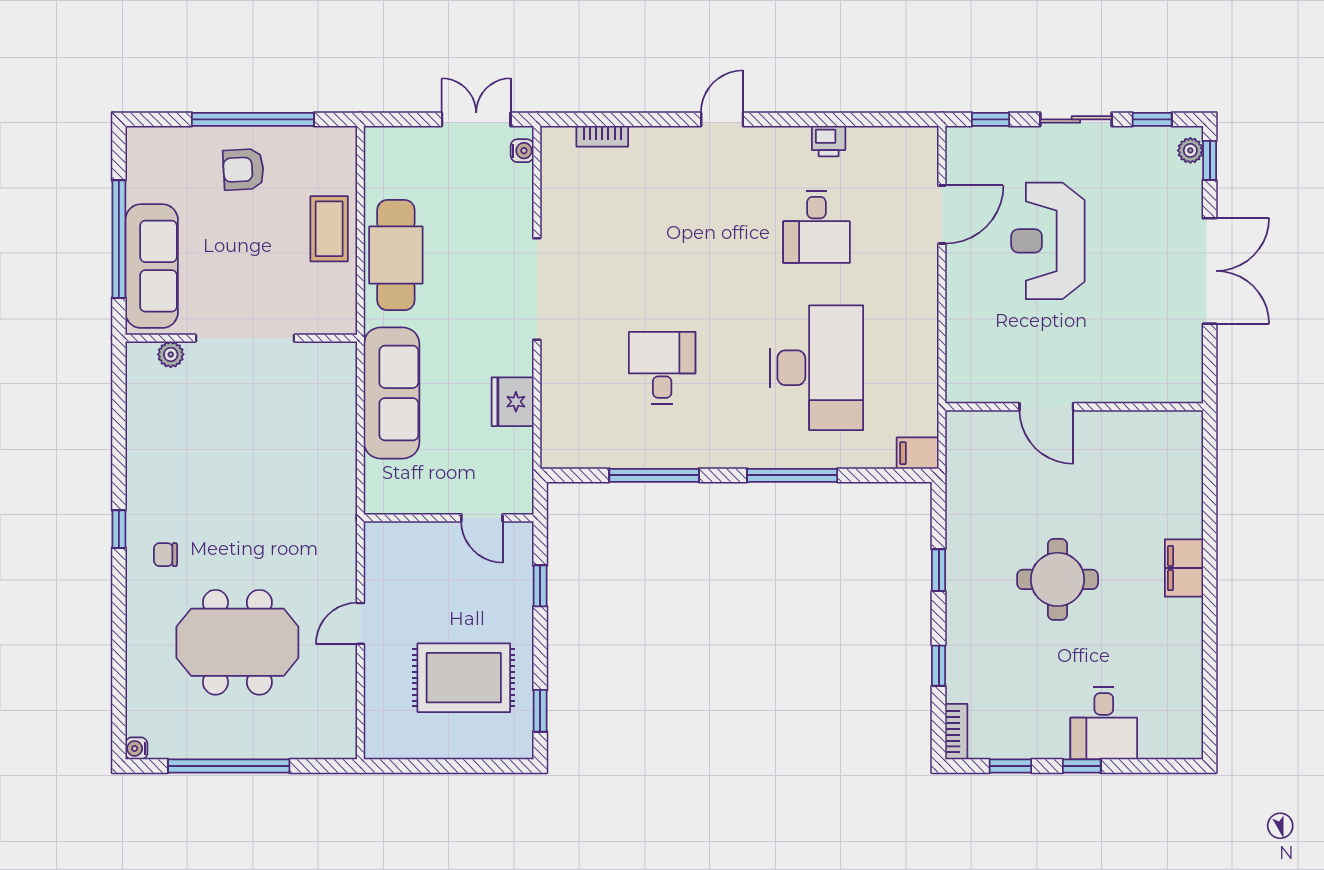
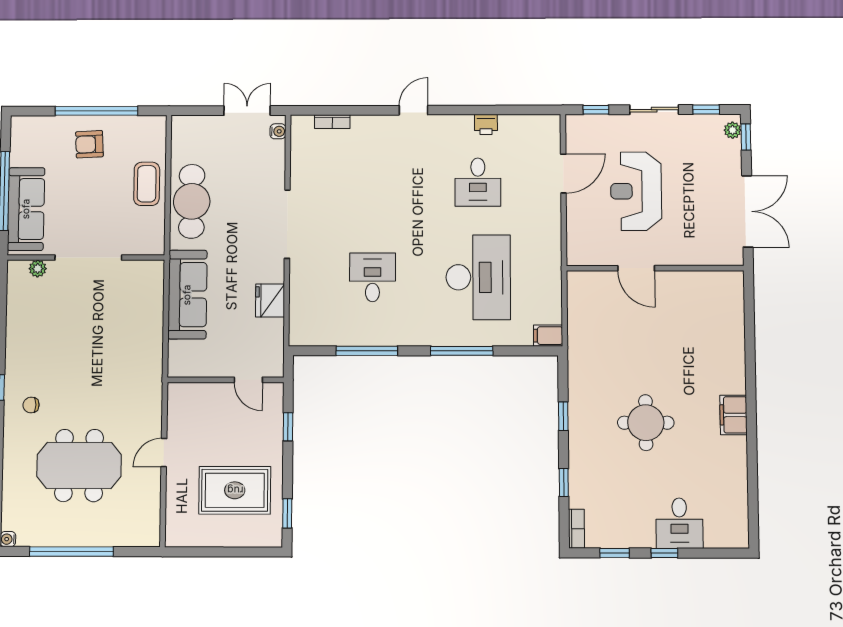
door: (1046, 407) -> (636, 268), moved
wall: (1074, 407) -> (655, 268), moved

